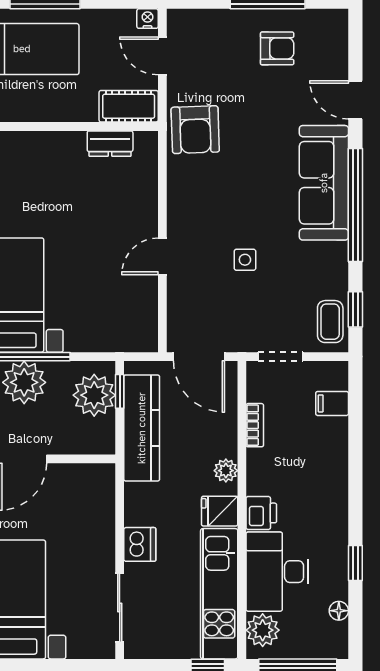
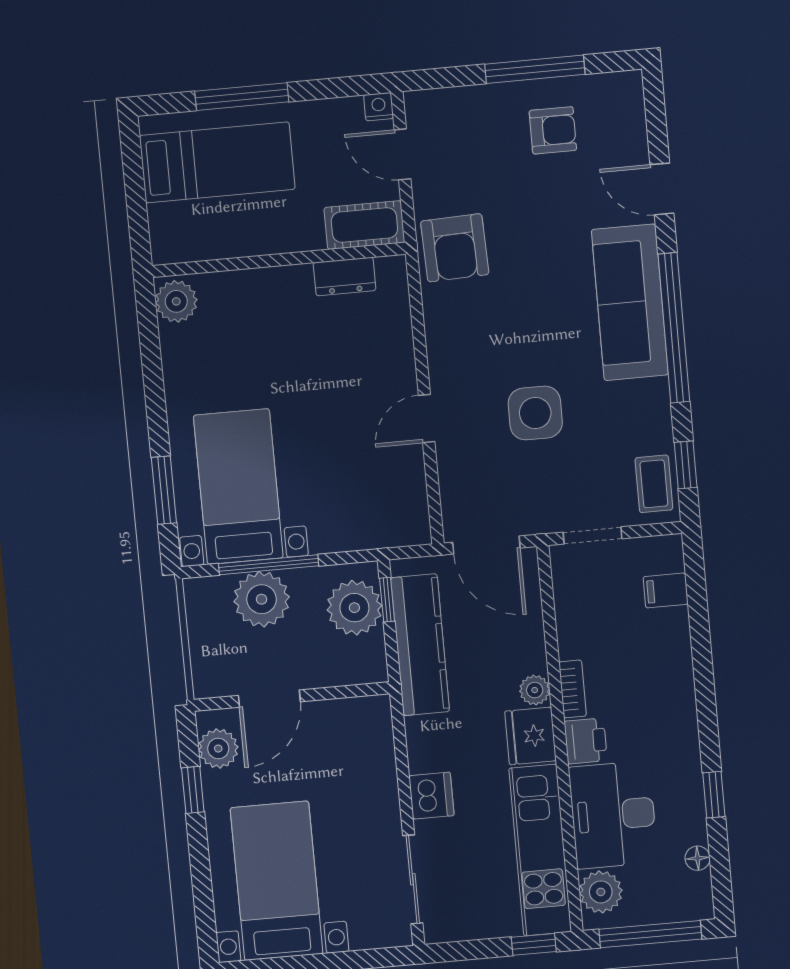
side table: (245, 260) -> (535, 413), width x1.87, depth x1.87
bookcase: (255, 425) -> (573, 689), moved
fridge: (220, 511) -> (531, 736), width x1.38

